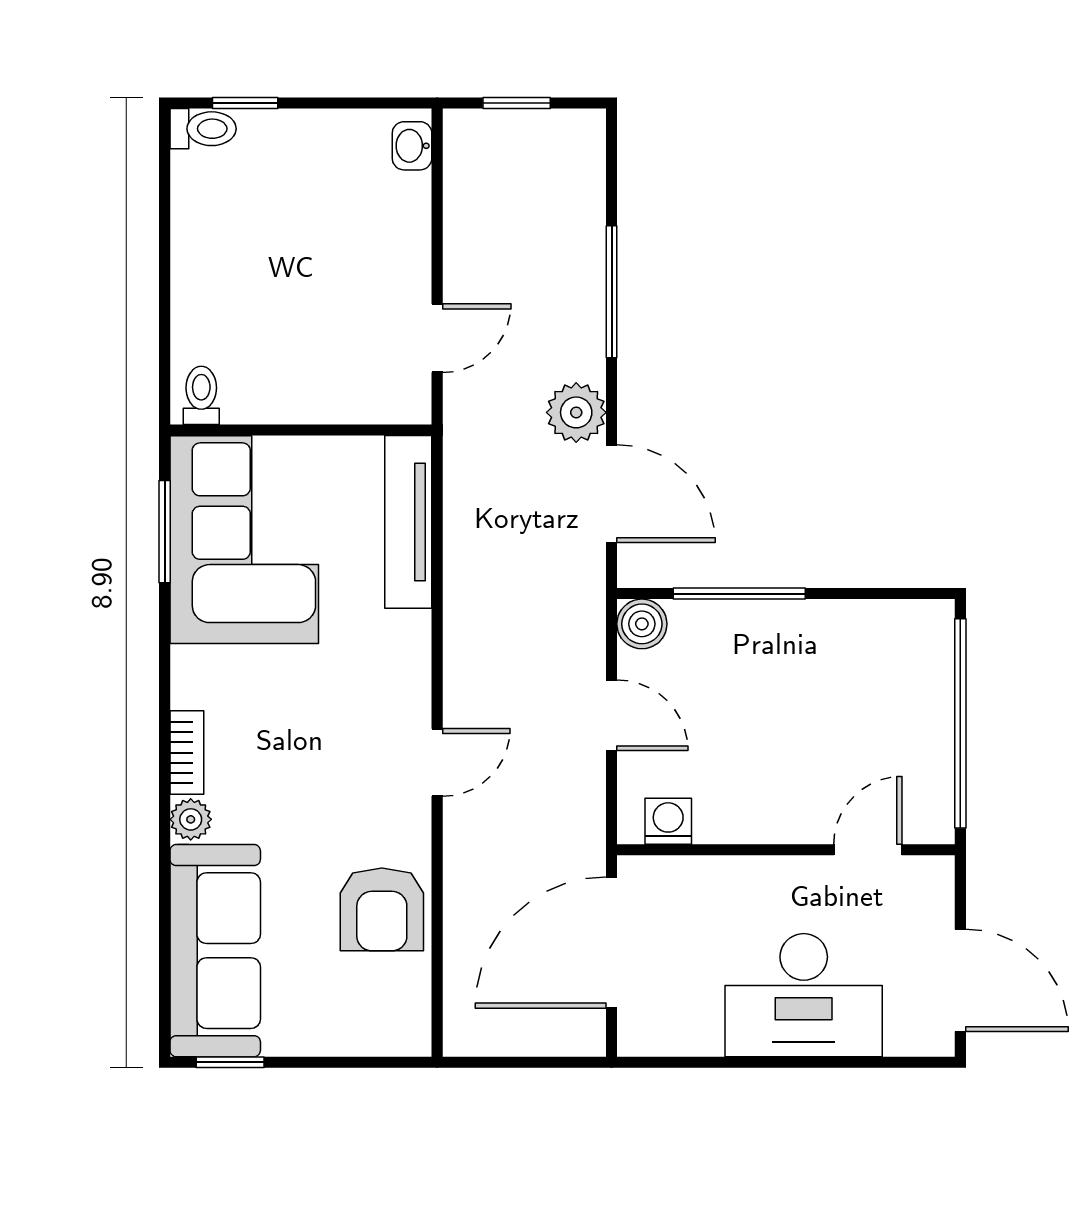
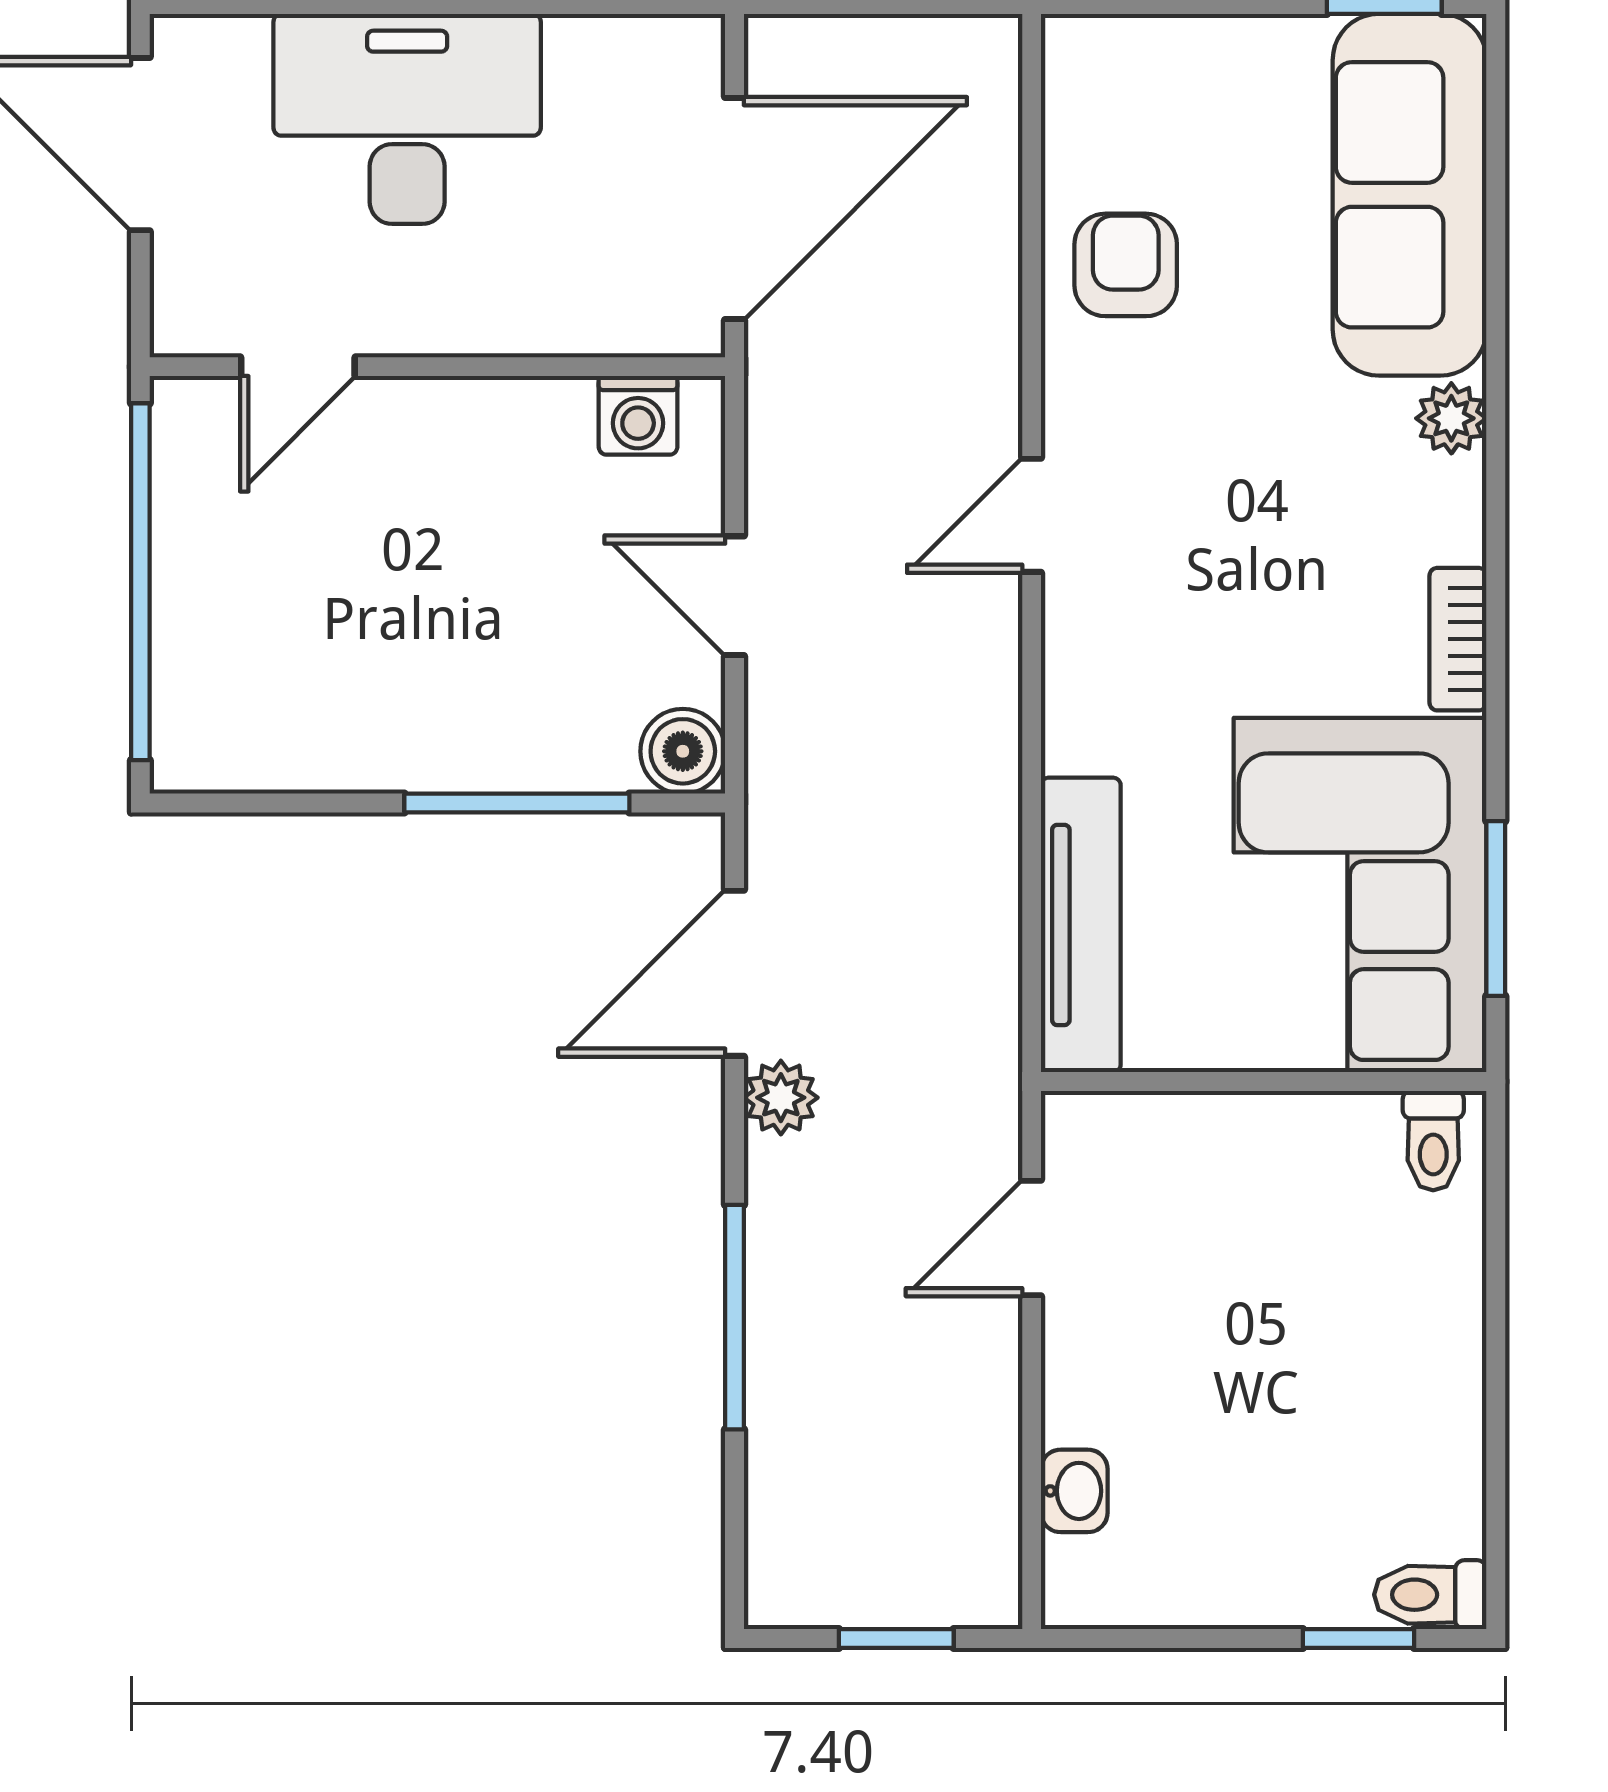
washbasin: (412, 146) -> (1074, 1491), moved
plant: (576, 412) -> (781, 1098), width x0.73, depth x0.73
door: (612, 494) -> (734, 973), hinge flipped
bookcase: (187, 753) -> (1458, 639), moved
armchair: (382, 909) -> (1126, 265), width x0.72, depth x0.72

